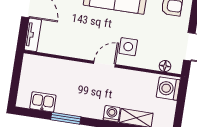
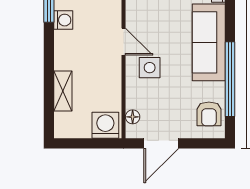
washing machine: (112, 114) -> (63, 20), moved

